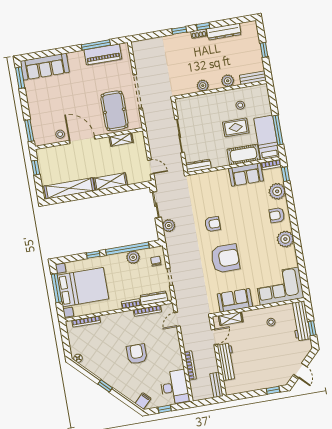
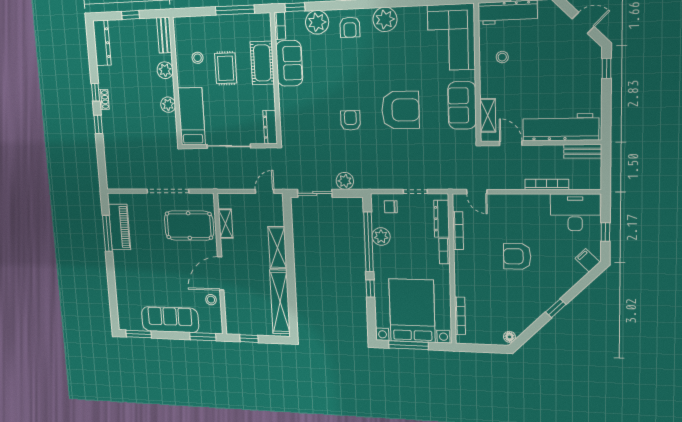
dresser: (224, 32) -> (102, 43), moved
sofa: (45, 67) -> (170, 320), moved, turned -90
bed: (267, 137) -> (192, 116), moved, turned 90
armchair: (225, 258) -> (400, 110), turned 90
workbench: (227, 362) -> (561, 127), width x1.36, depth x1.32

